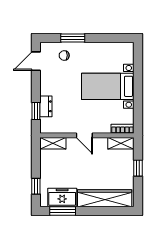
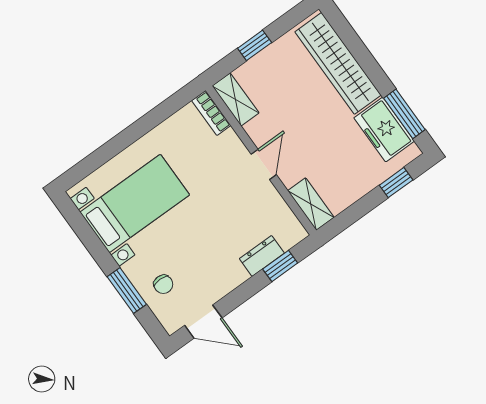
bed with nightstands: (108, 86) -> (135, 204), moved, turned -90

